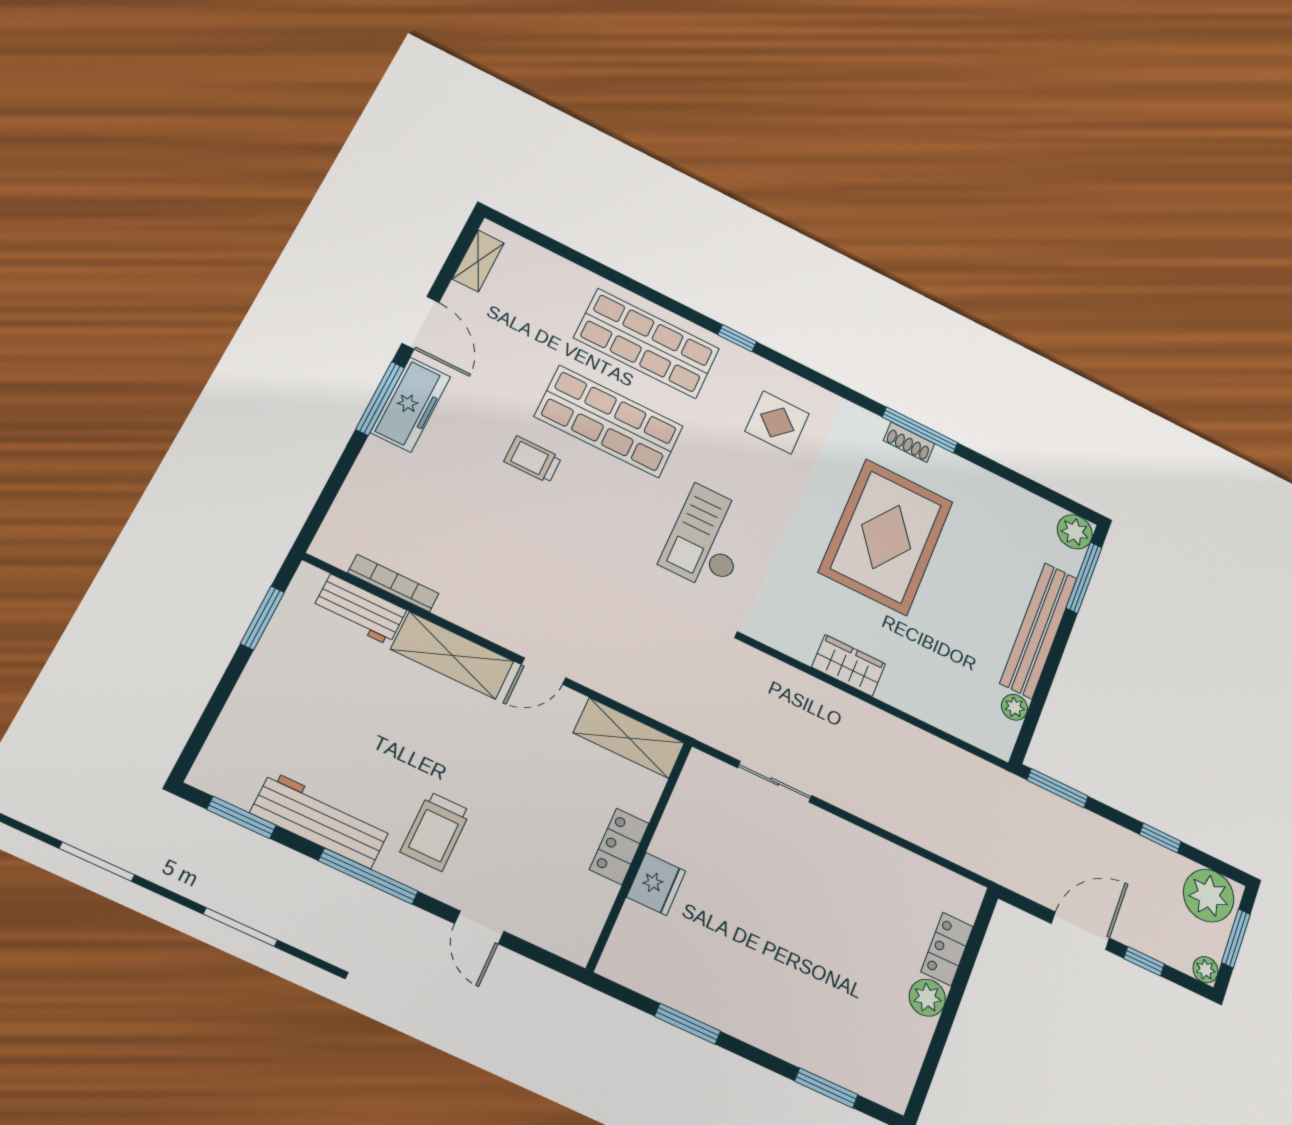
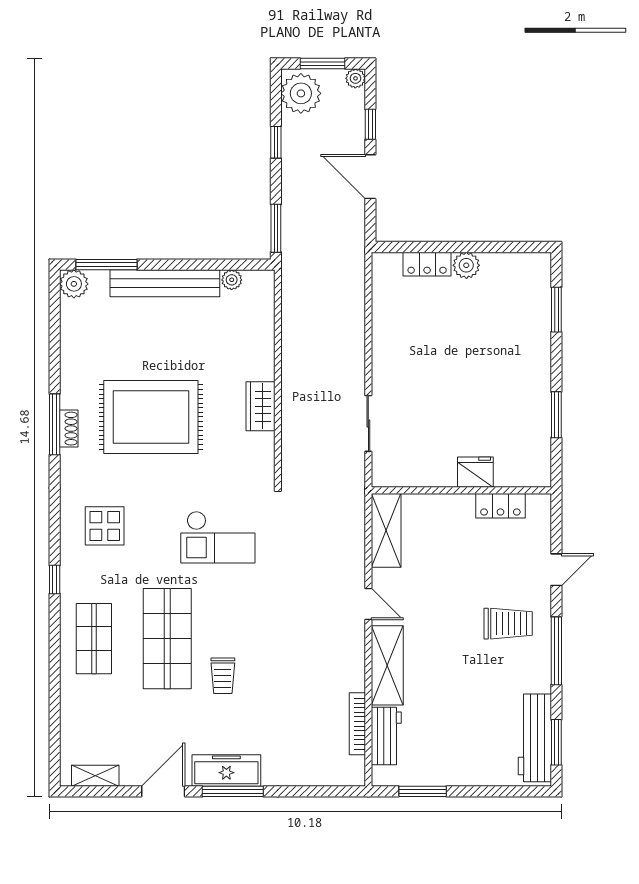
shop shelf: (647, 343) -> (94, 639), width x0.70, depth x0.74
workbench: (321, 820) -> (535, 738), moved
locker: (619, 846) -> (500, 506), moved

